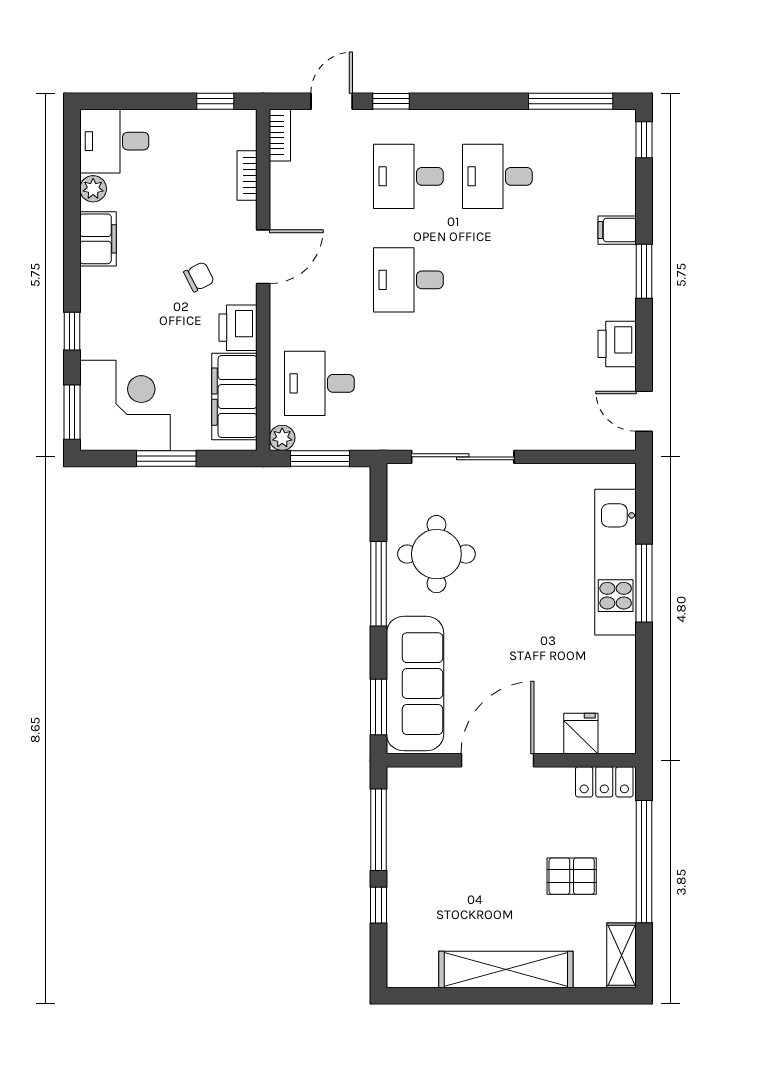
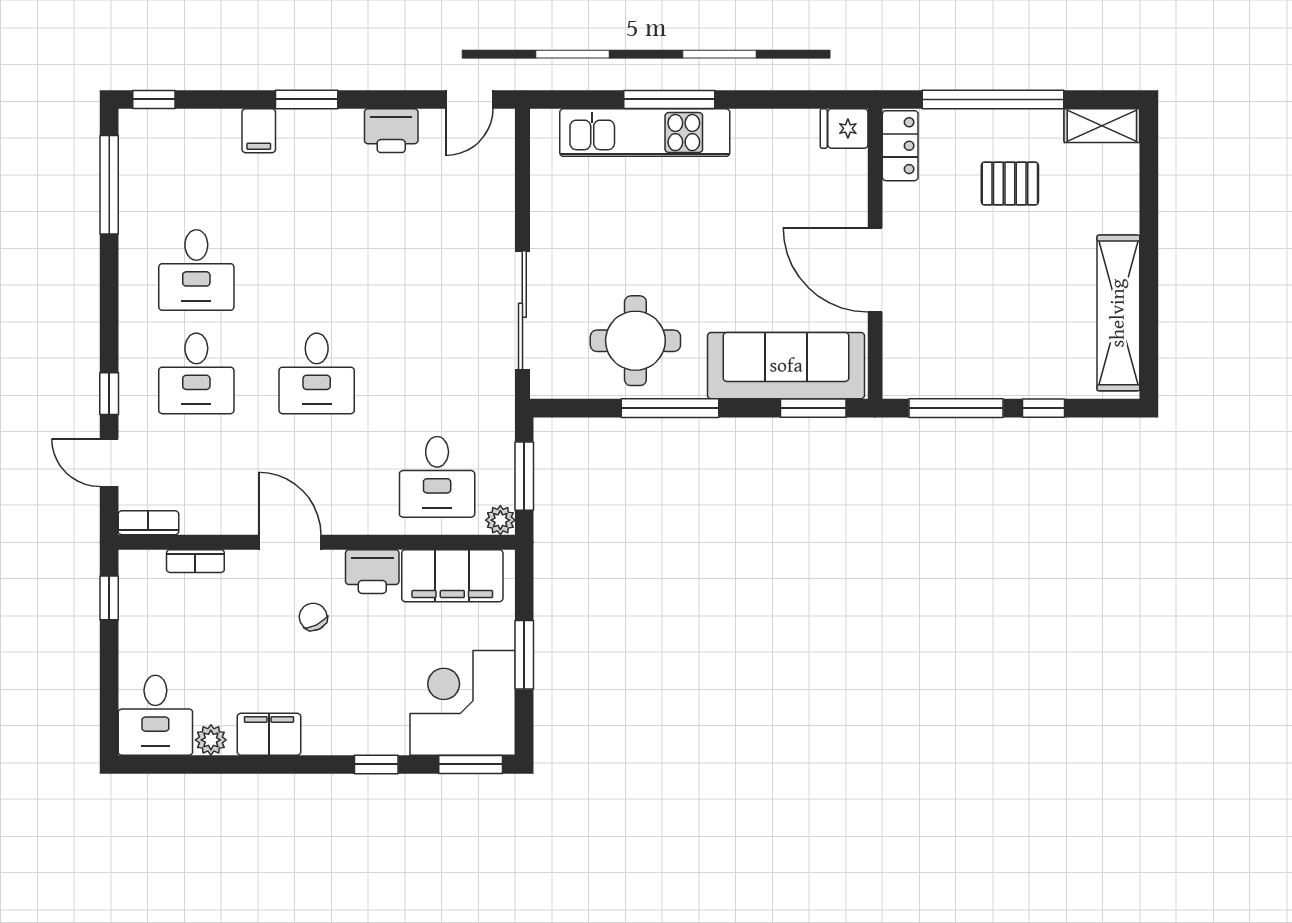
fridge: (581, 734) -> (844, 129), moved
pallet: (572, 876) -> (1010, 184), turned 90
shelving: (506, 970) -> (1118, 313), moved

